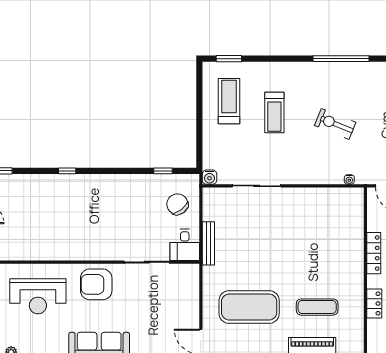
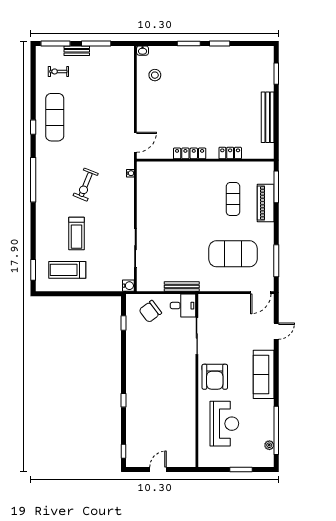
treadmill: (274, 113) -> (77, 233), turned 90
exercise mat: (249, 307) -> (233, 254), turned 90

